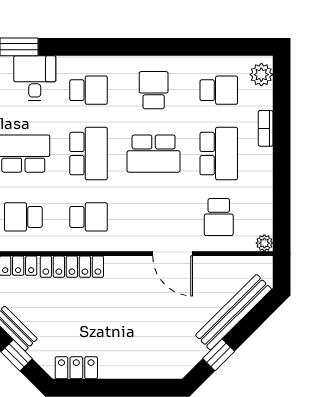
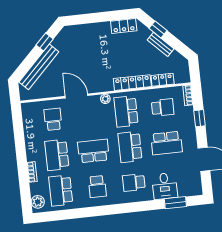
school desk: (219, 90) -> (61, 191), width x1.85
school desk: (88, 217) -> (126, 111), width x1.85
plant: (264, 243) -> (105, 99), moved

